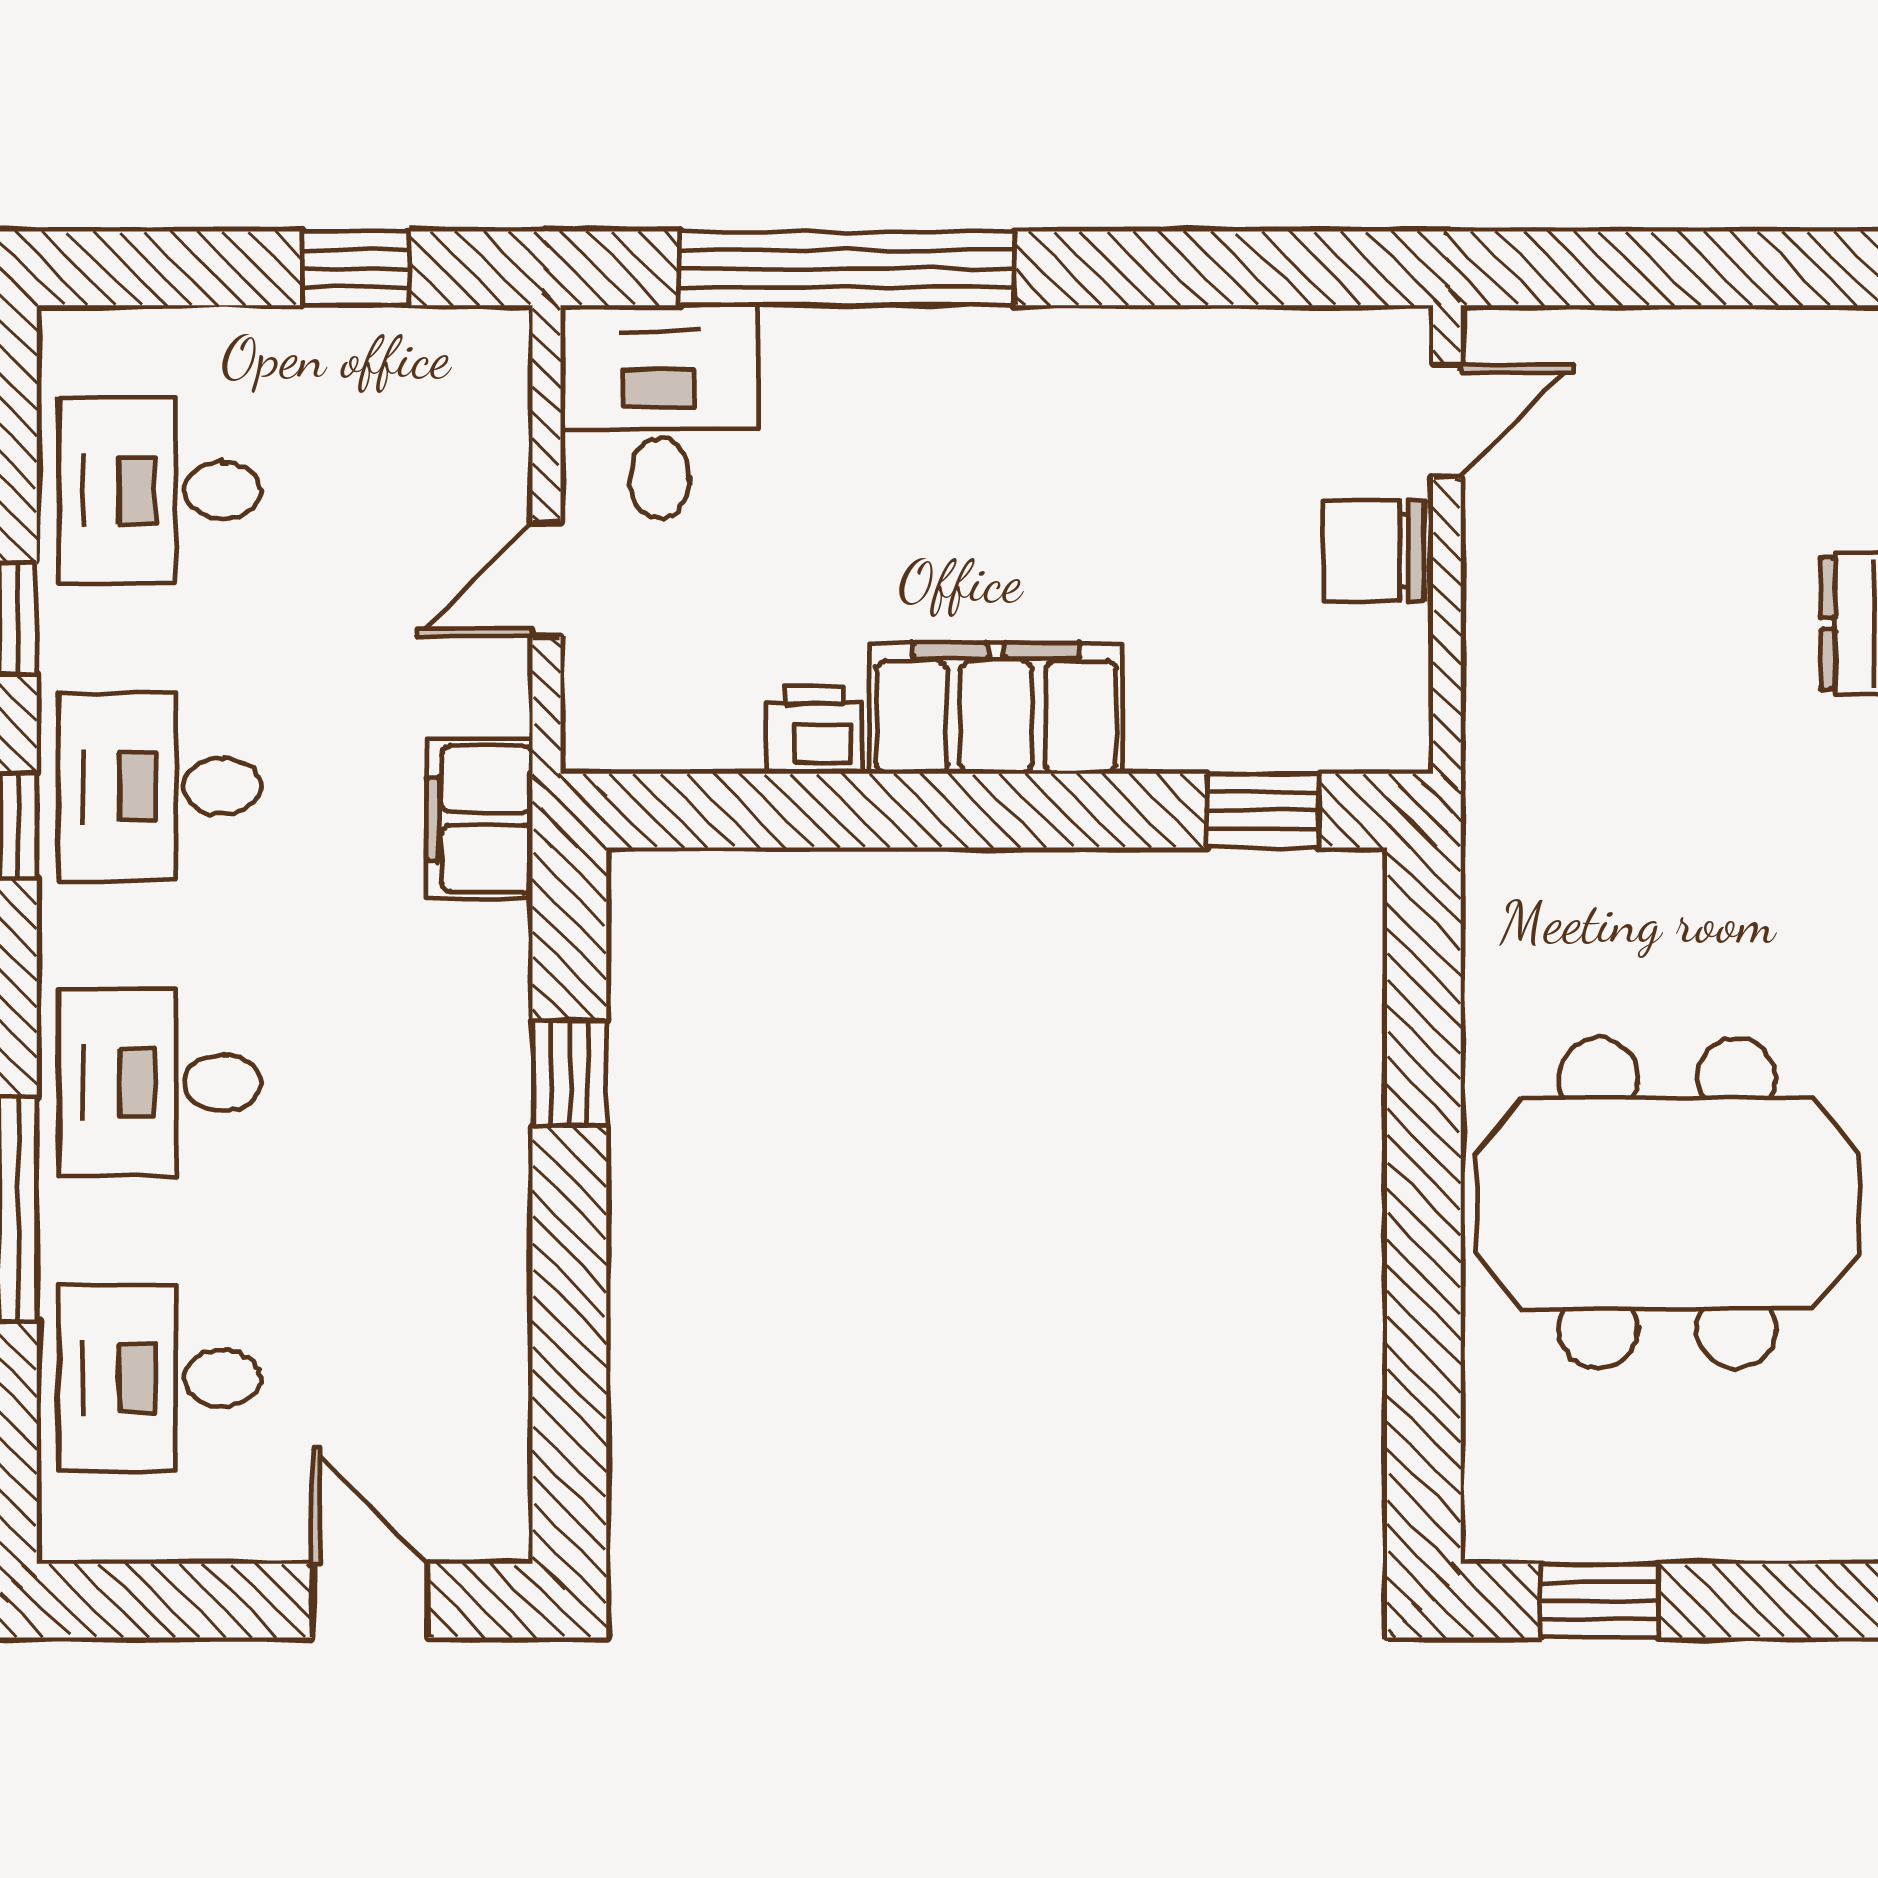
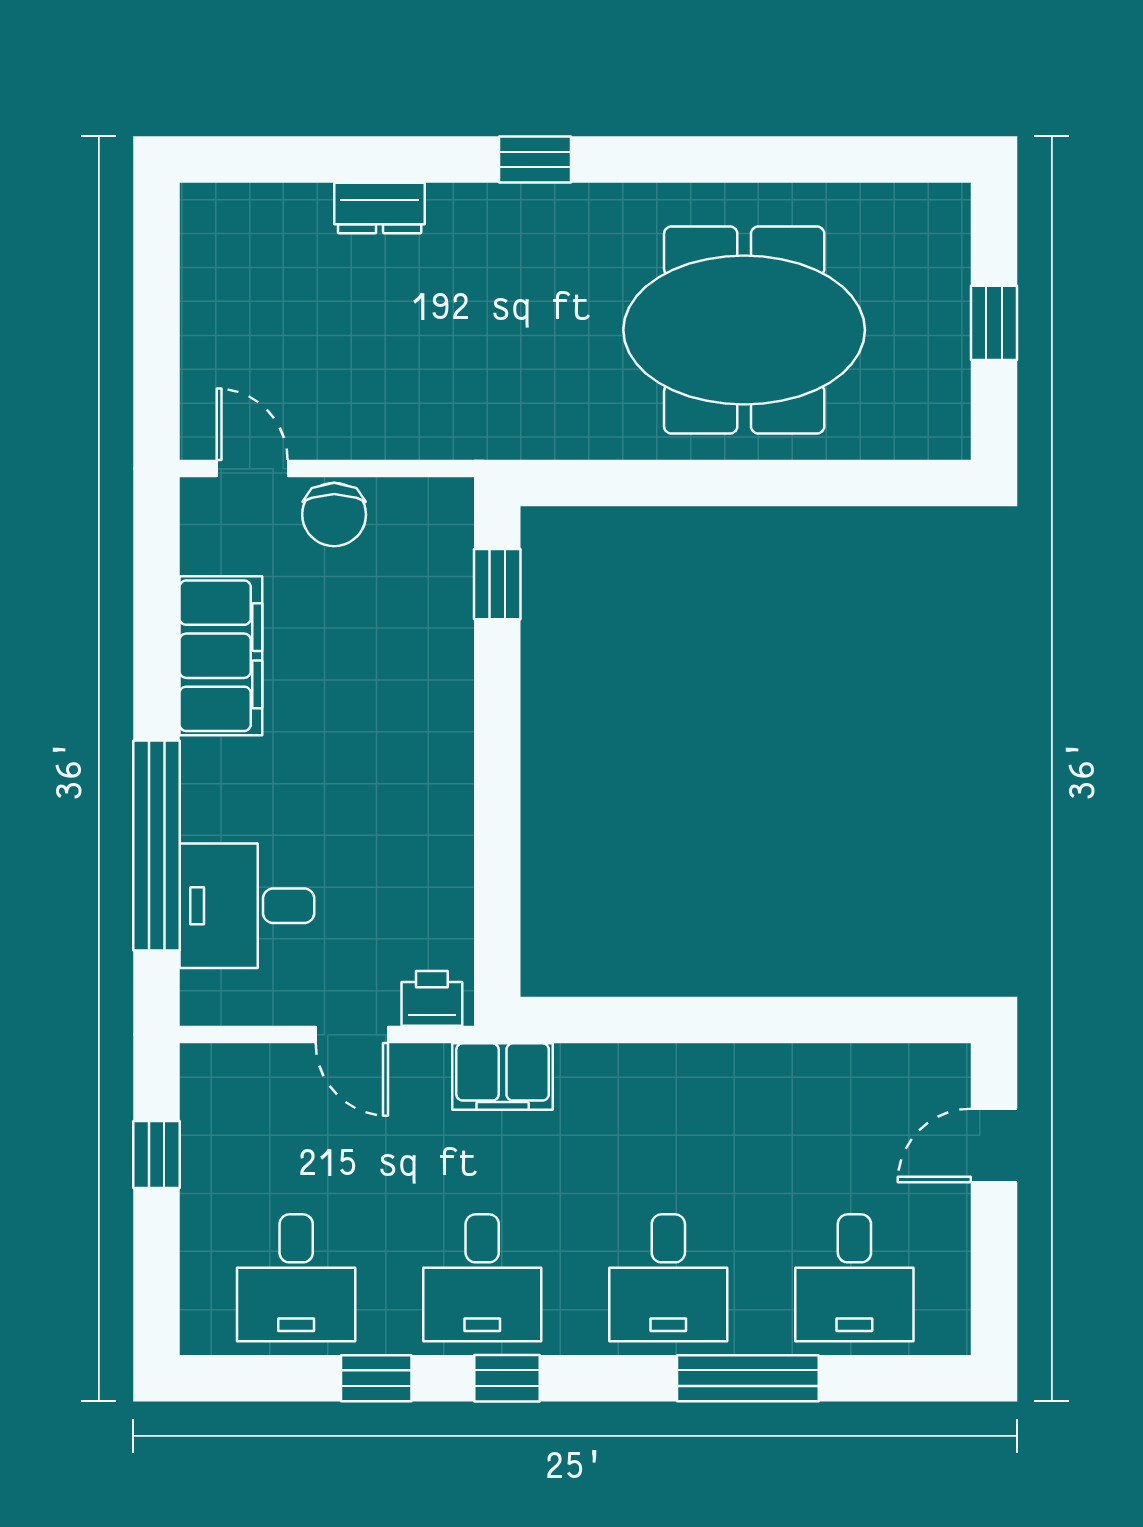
desk: (659, 412) -> (247, 906), moved
filing cabinet: (996, 708) -> (221, 656), moved, turned 180
printer: (814, 730) -> (432, 998), moved, turned 90
window: (569, 1073) -> (663, 1020), removed
meeting table: (1667, 1203) -> (744, 330), turned 90
window: (1600, 1601) -> (994, 323), moved

